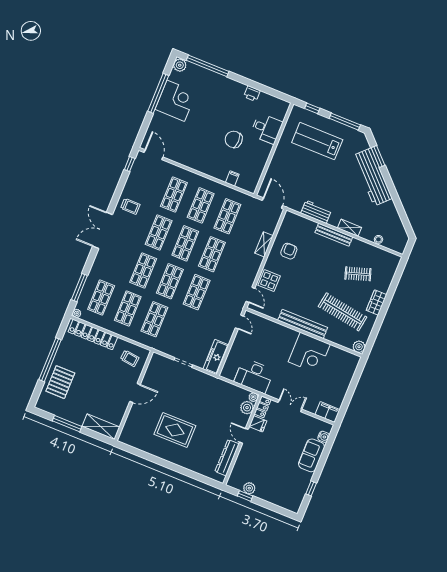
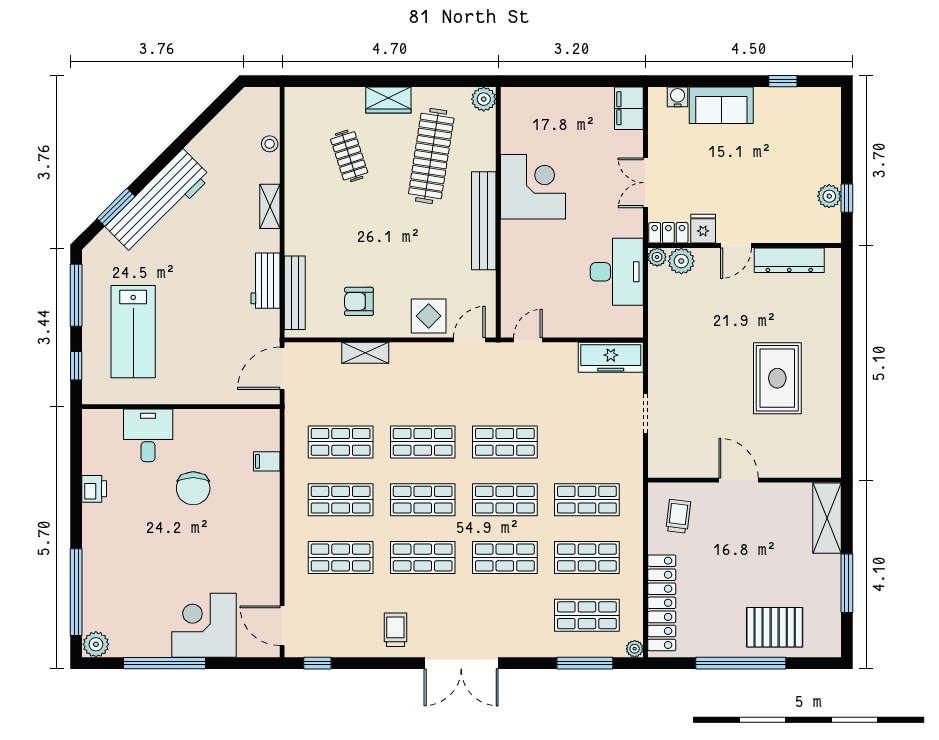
corner desk: (176, 101) -> (204, 625), moved
door: (153, 155) -> (282, 626), hinge flipped
bench: (334, 235) -> (295, 293), moved

